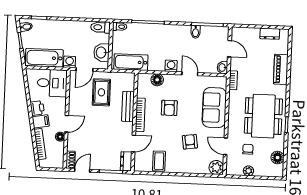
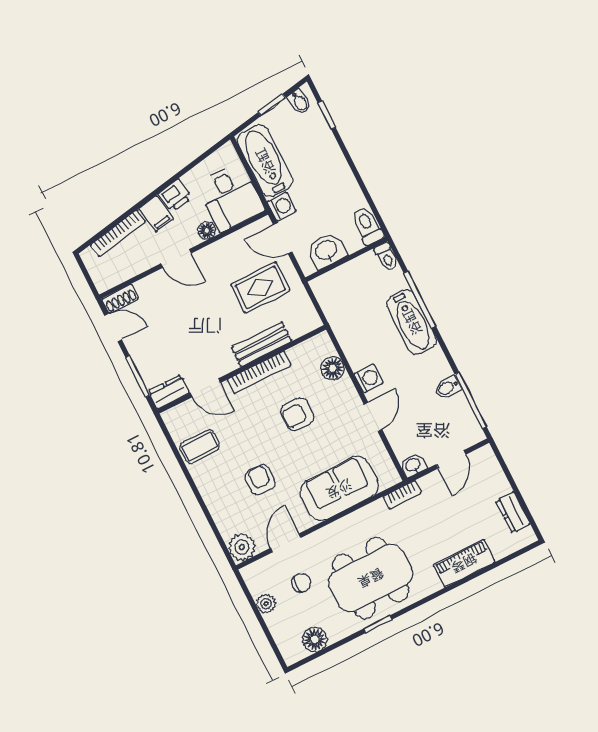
bathtub: (131, 62) -> (412, 322), moved, turned 180
floor lamp: (60, 137) -> (207, 231), moved
armchair: (190, 142) -> (260, 480), turned -82

